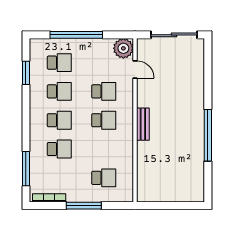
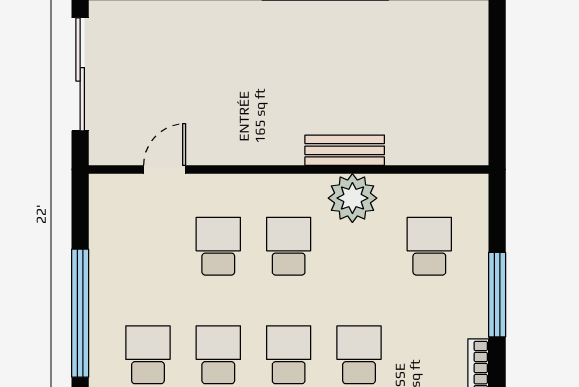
plant: (123, 48) -> (352, 198), moved
bench: (143, 124) -> (345, 150), moved

